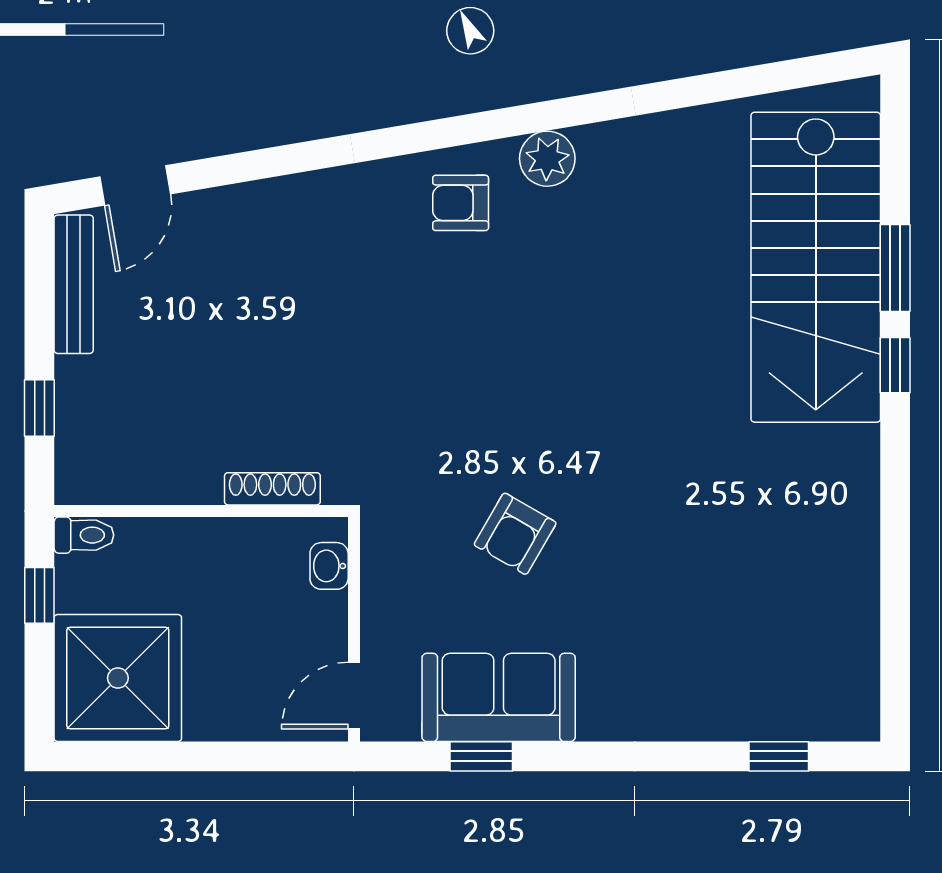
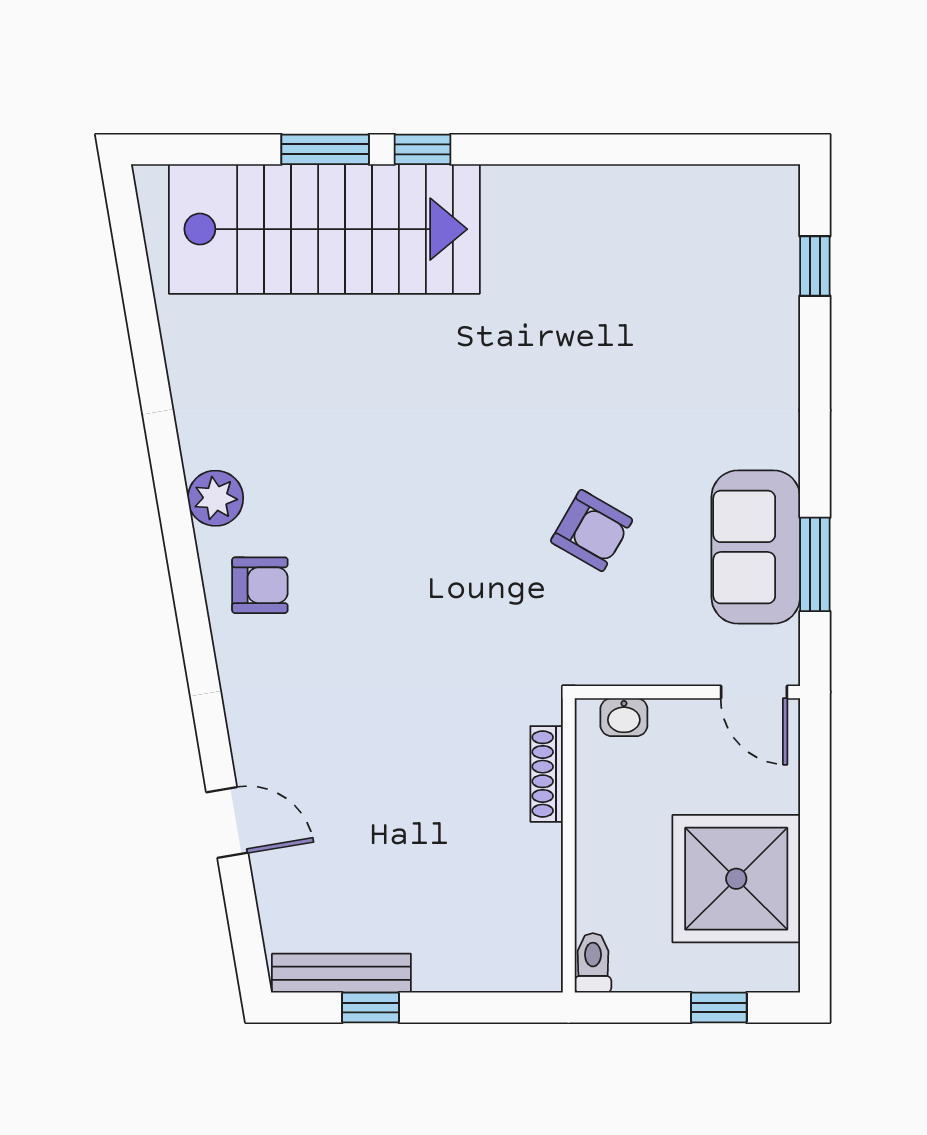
door: (135, 185) -> (227, 823), moved
armchair: (461, 203) -> (260, 585), turned -90
window: (39, 408) -> (370, 1008), moved
window: (39, 595) -> (719, 1008), moved
shower: (118, 678) -> (736, 879), moved
window: (481, 756) -> (815, 564), width x1.50

